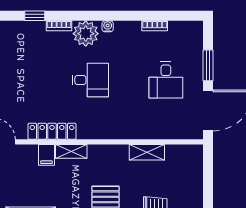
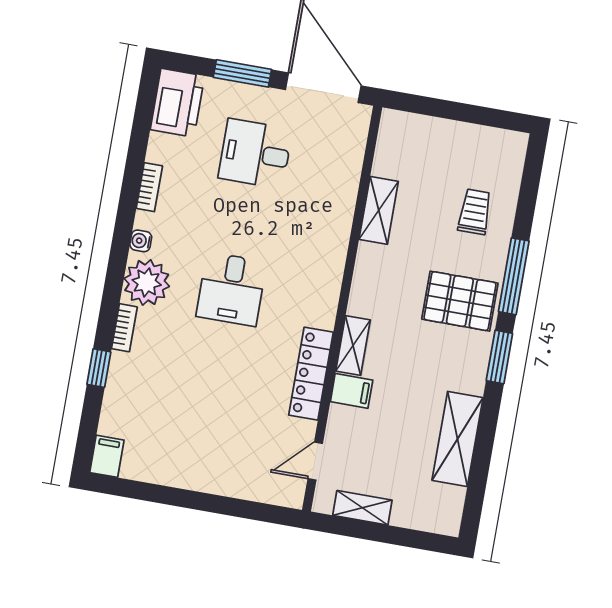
bookcase: (155, 26) -> (149, 187), moved
printer: (186, 33) -> (177, 103), added
desk: (90, 80) -> (231, 289), turned 180
desk: (166, 80) -> (255, 154), turned 180

